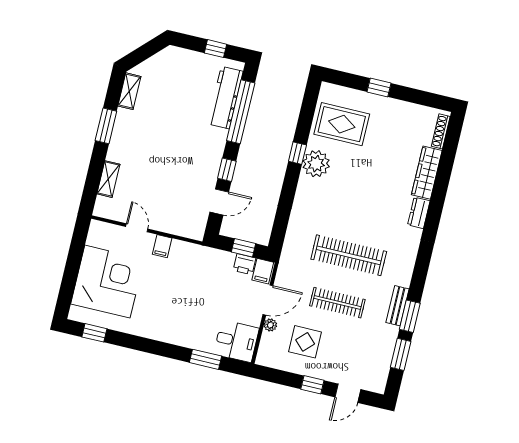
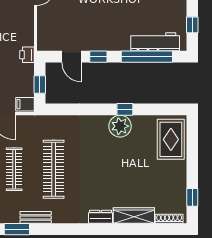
window: (379, 88) -> (192, 197), moved
rug: (342, 124) -> (171, 139), moved
filing cabinet: (162, 246) -> (26, 20), removed
printer: (244, 264) -> (27, 55), moved
bench: (398, 306) -> (36, 217), moved

